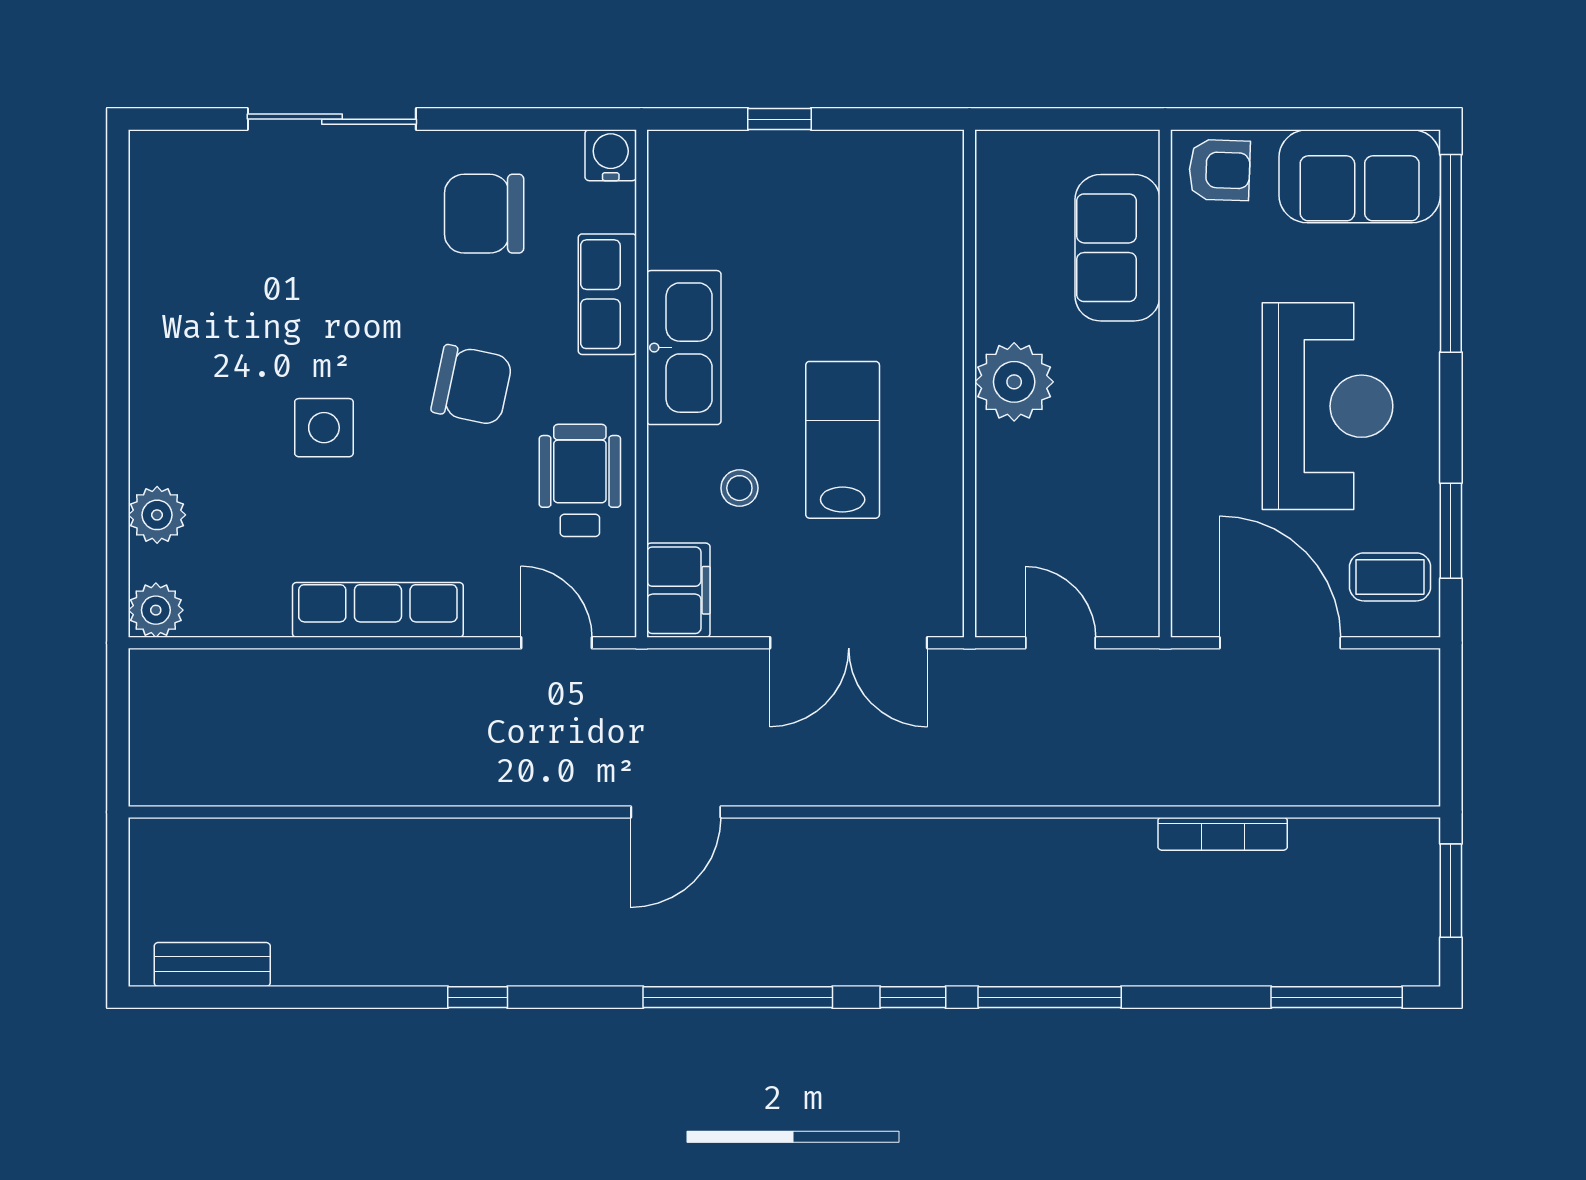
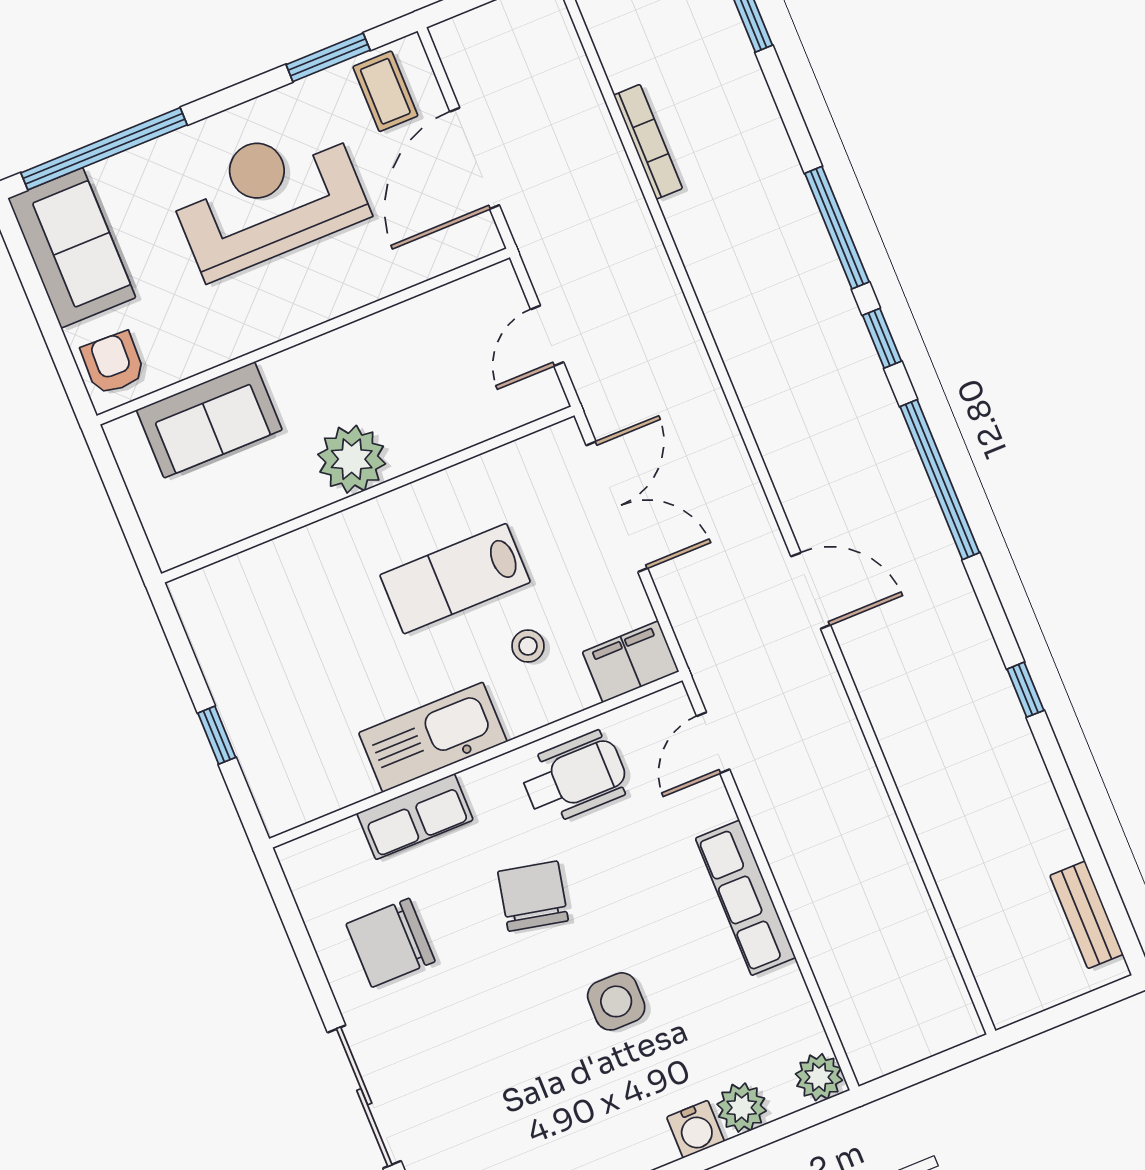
water cooler: (611, 155) -> (695, 1129), moved, turned -90
chair: (484, 214) -> (391, 943), turned 90
wheelchair: (580, 480) -> (574, 777), turned 180

